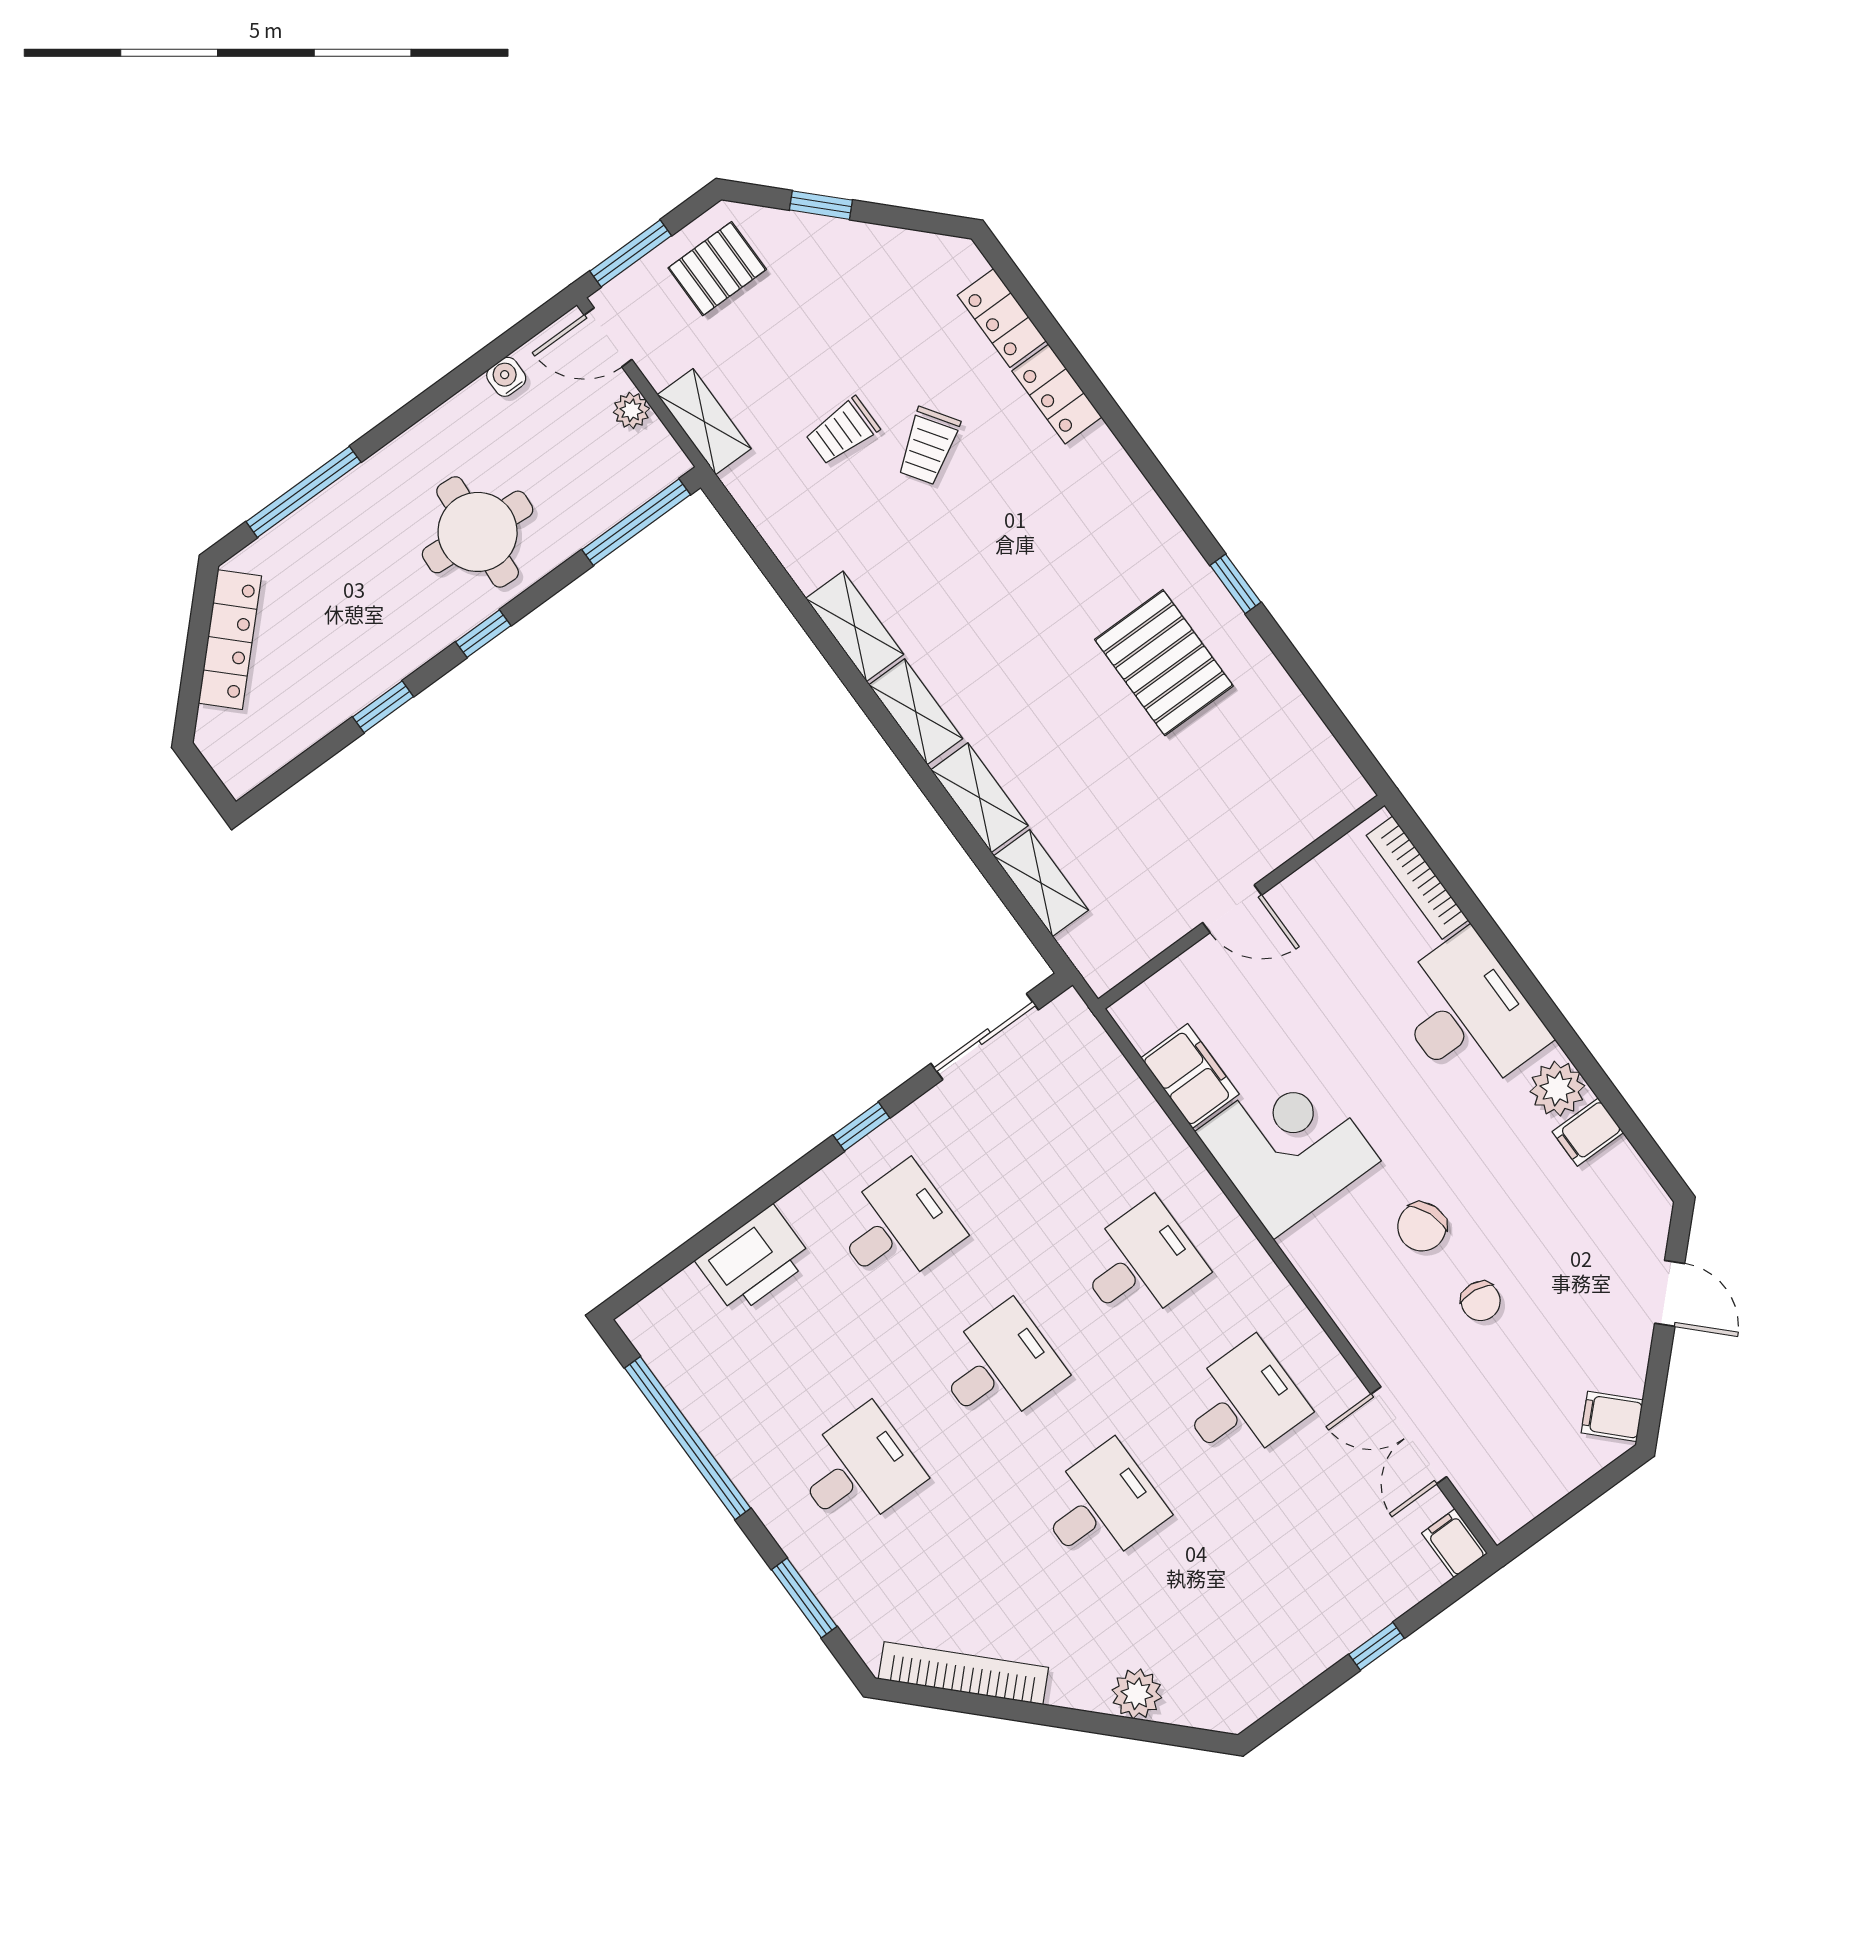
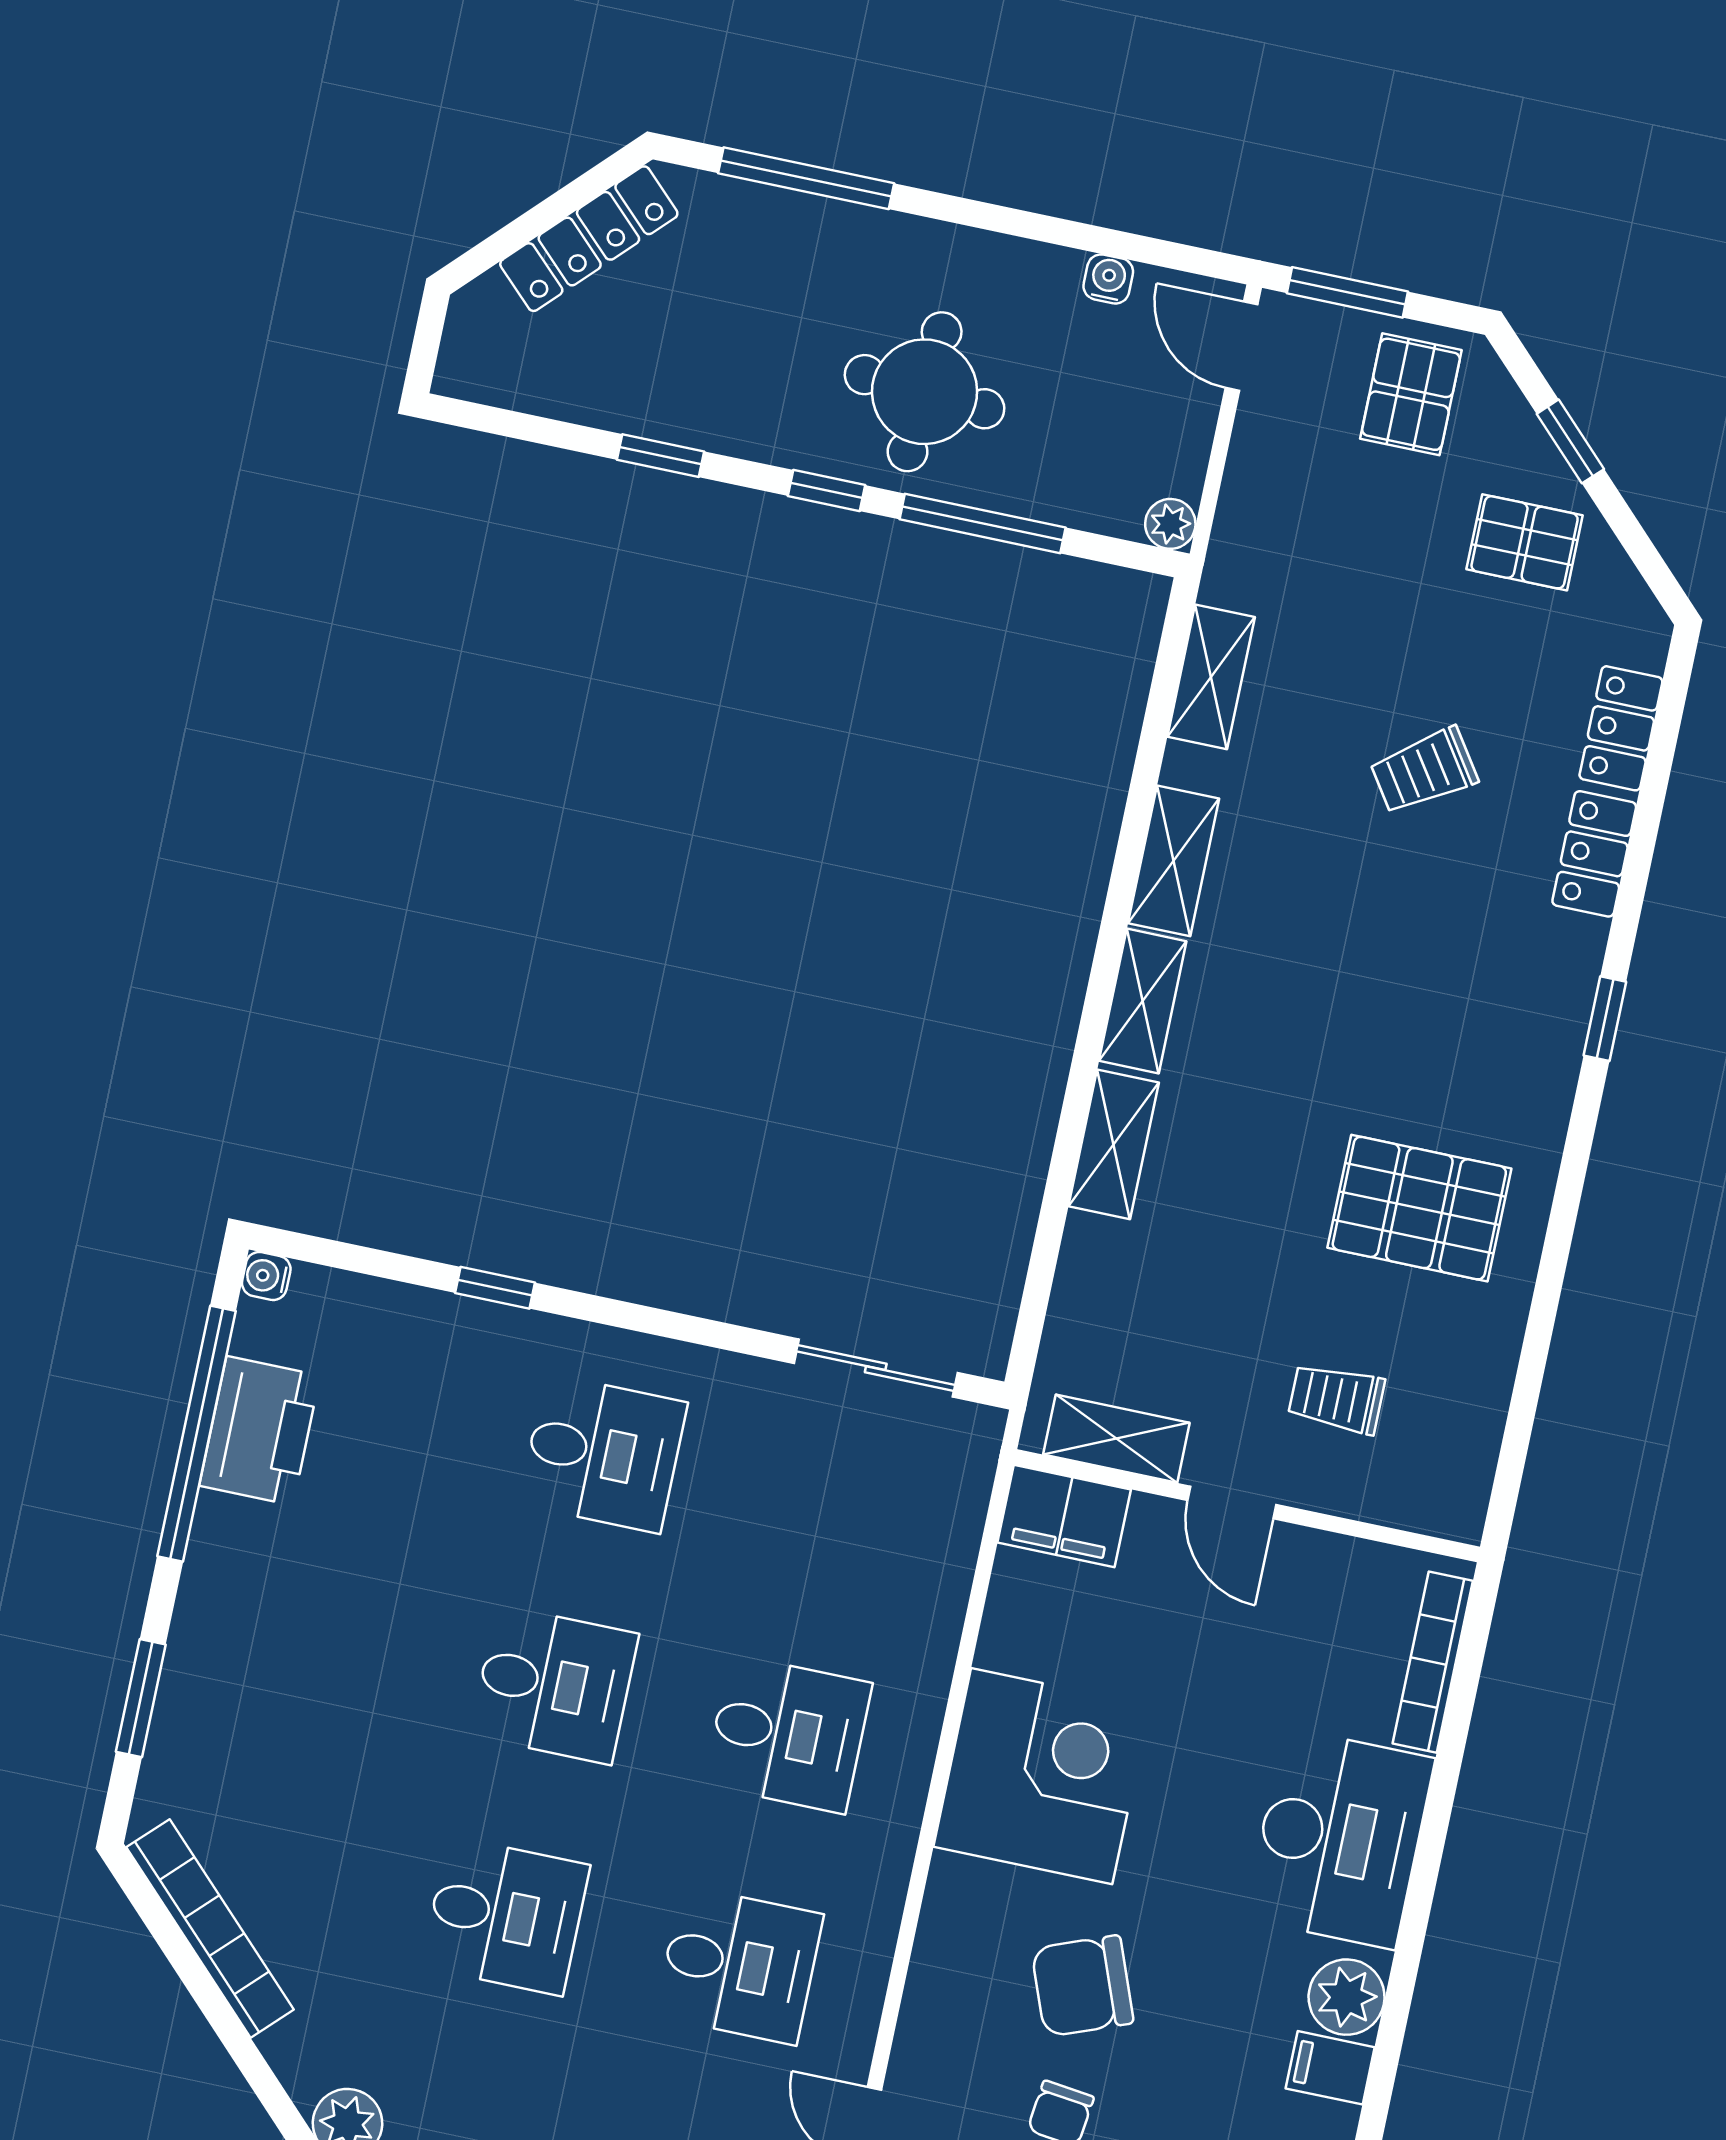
pallet: (717, 269) -> (1411, 394), turned 90
pallet: (853, 279) -> (1525, 542), added
plant: (631, 410) -> (1170, 524), moved
shelving: (704, 422) -> (1211, 677), moved
trolley: (842, 431) -> (1336, 1399), moved
window: (636, 522) -> (983, 523), moved
window: (1235, 584) -> (1605, 1019), moved
pallet: (1164, 663) -> (1419, 1208), turned 90
shelving: (1041, 883) -> (1116, 1439), moved, turned 90
filing cabinet: (1190, 1076) -> (1064, 1516), moved, turned 90
window: (861, 1126) -> (495, 1288), moved
chair: (1422, 1227) -> (1082, 1986), width x1.37, depth x1.37
printer: (754, 1260) -> (260, 1431), moved, turned -90
water cooler: (636, 1323) -> (266, 1276), added
desk: (858, 1470) -> (321, 1635), removed

